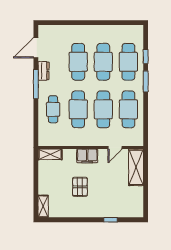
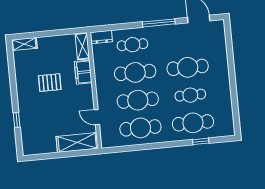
cafe table: (103, 62) -> (190, 95), width x0.73, depth x0.74
dresser: (44, 71) -> (101, 37), moved
window: (146, 81) -> (173, 144), removed
filing cabinet: (87, 156) -> (83, 72), moved

